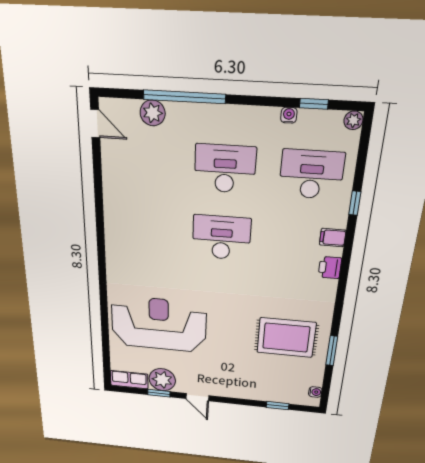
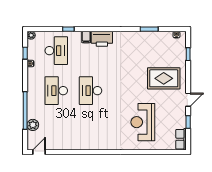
desk: (311, 174) -> (56, 51), turned 180
printer: (330, 268) -> (102, 39), width x1.87, depth x1.48
reception desk: (159, 324) -> (143, 122), width x0.74, depth x0.77
rug: (286, 338) -> (164, 78), moved, turned 90
plant: (162, 380) -> (179, 120), removed

